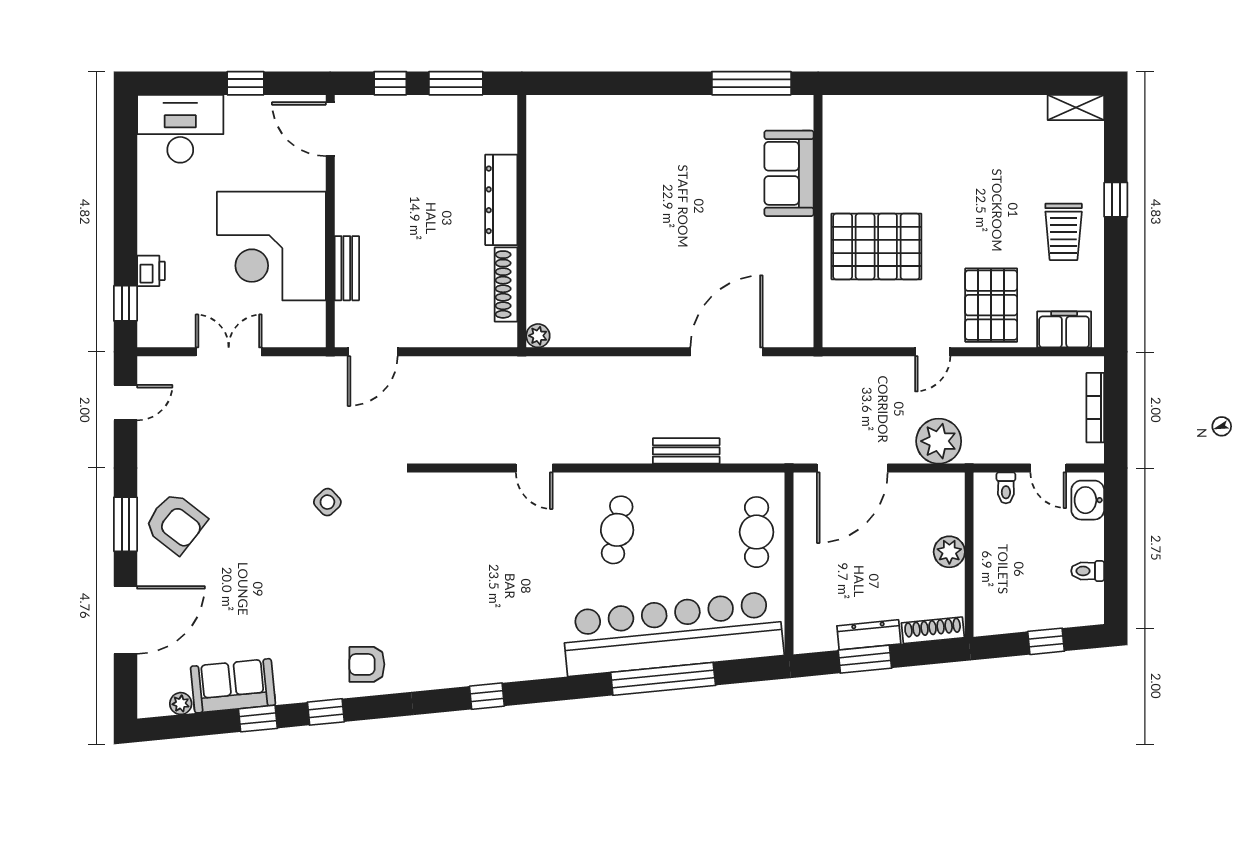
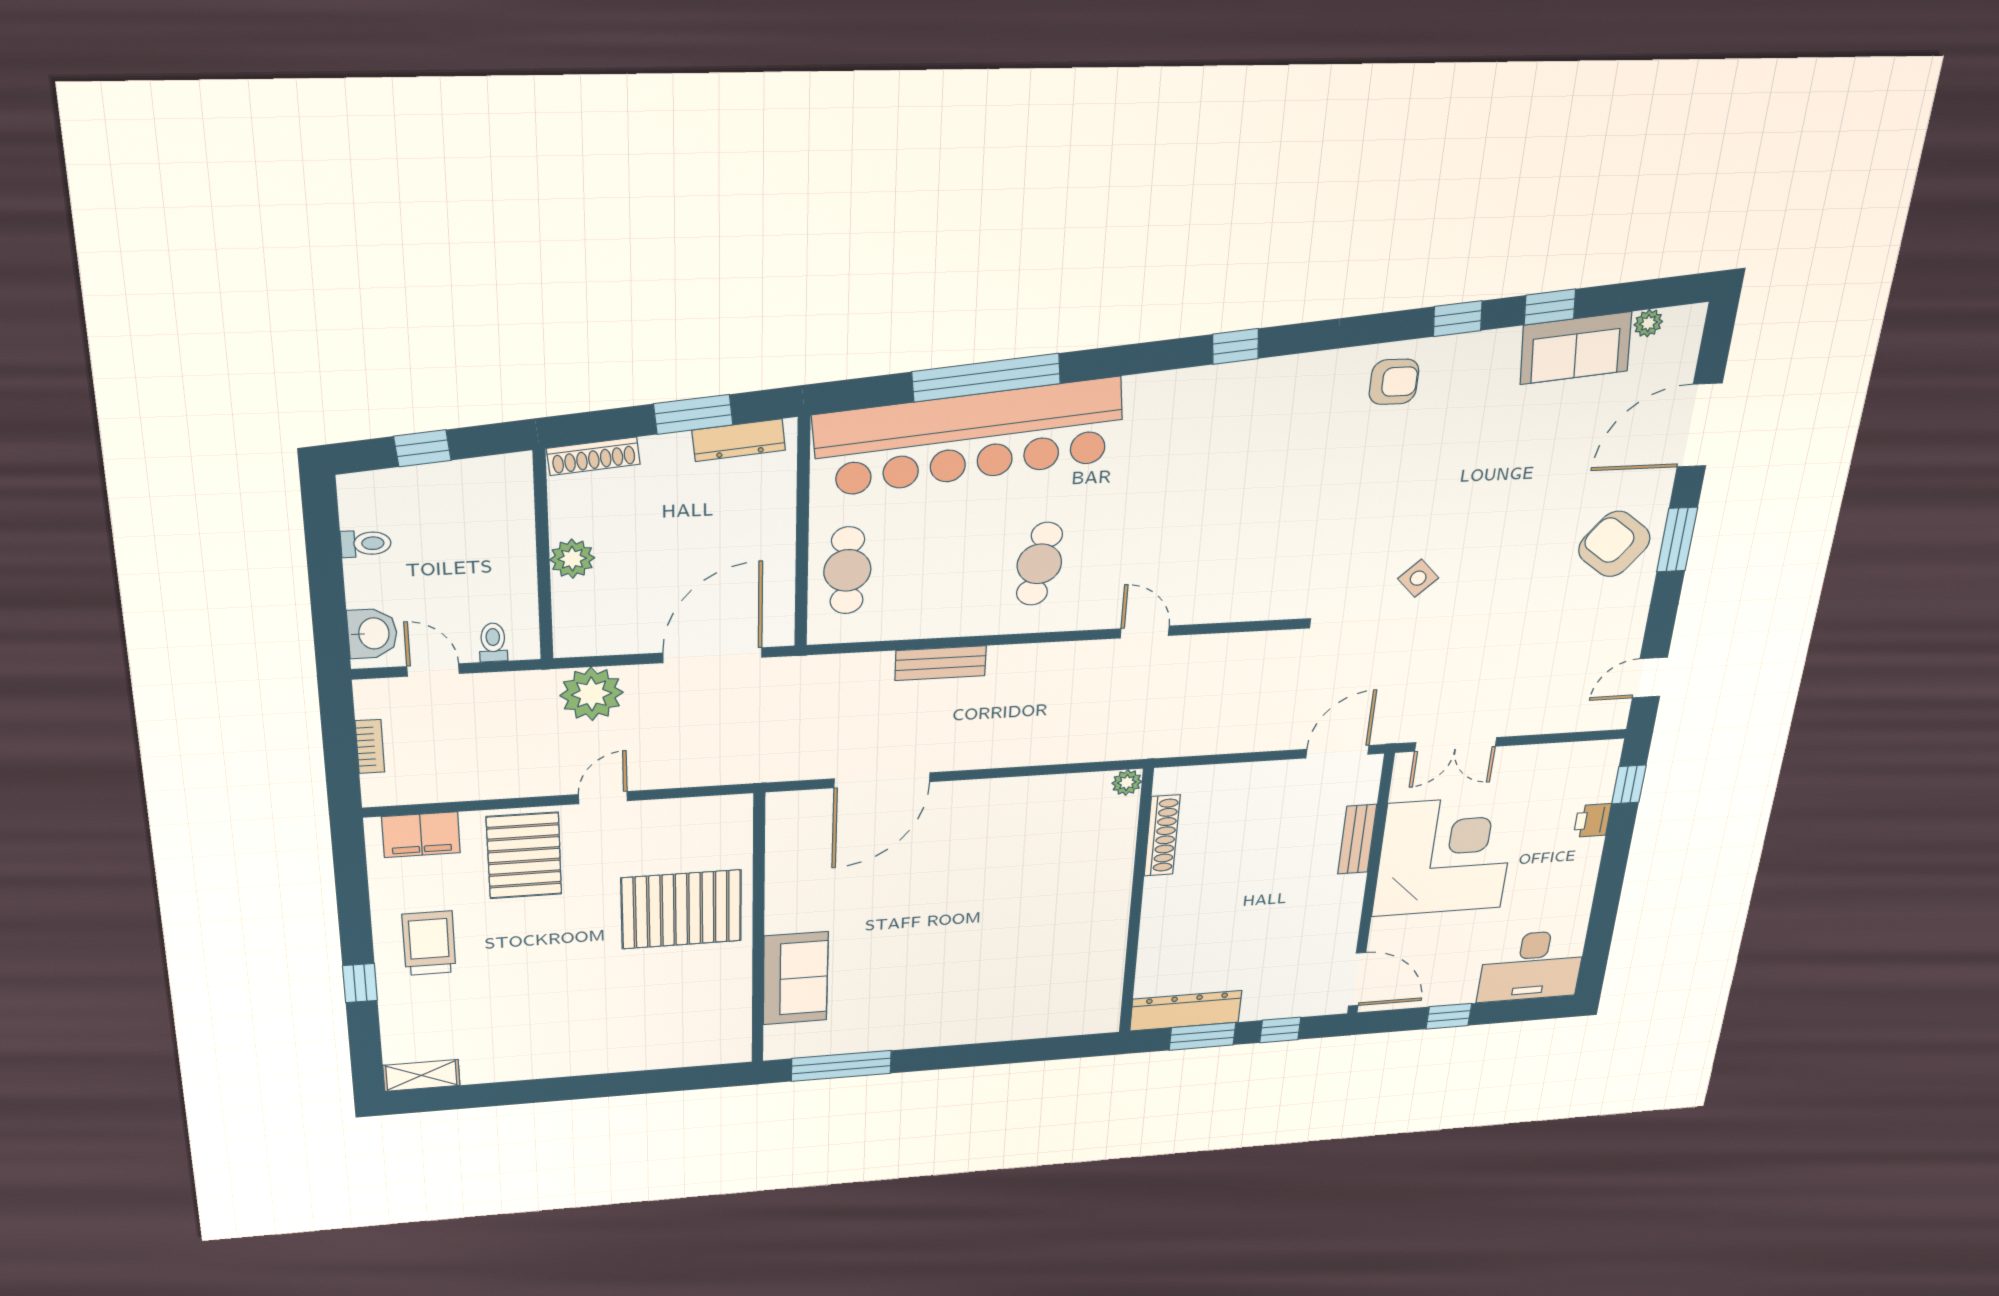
dresser: (501, 200) -> (1186, 1011), moved, turned -90
double door: (229, 352) -> (1456, 744), moved
bookcase: (1095, 408) -> (370, 747), width x0.64
dresser: (869, 635) -> (739, 440), moved

